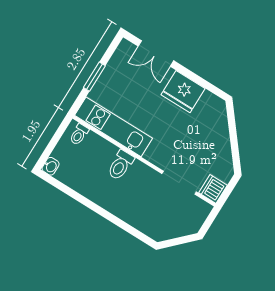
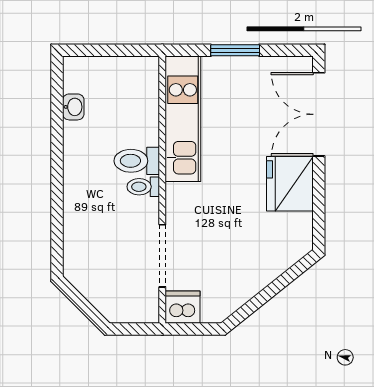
double door: (156, 53) -> (319, 114), width x1.37
toilet: (79, 134) -> (143, 187), moved
washbasin: (51, 166) -> (73, 107), moved, turned -90

